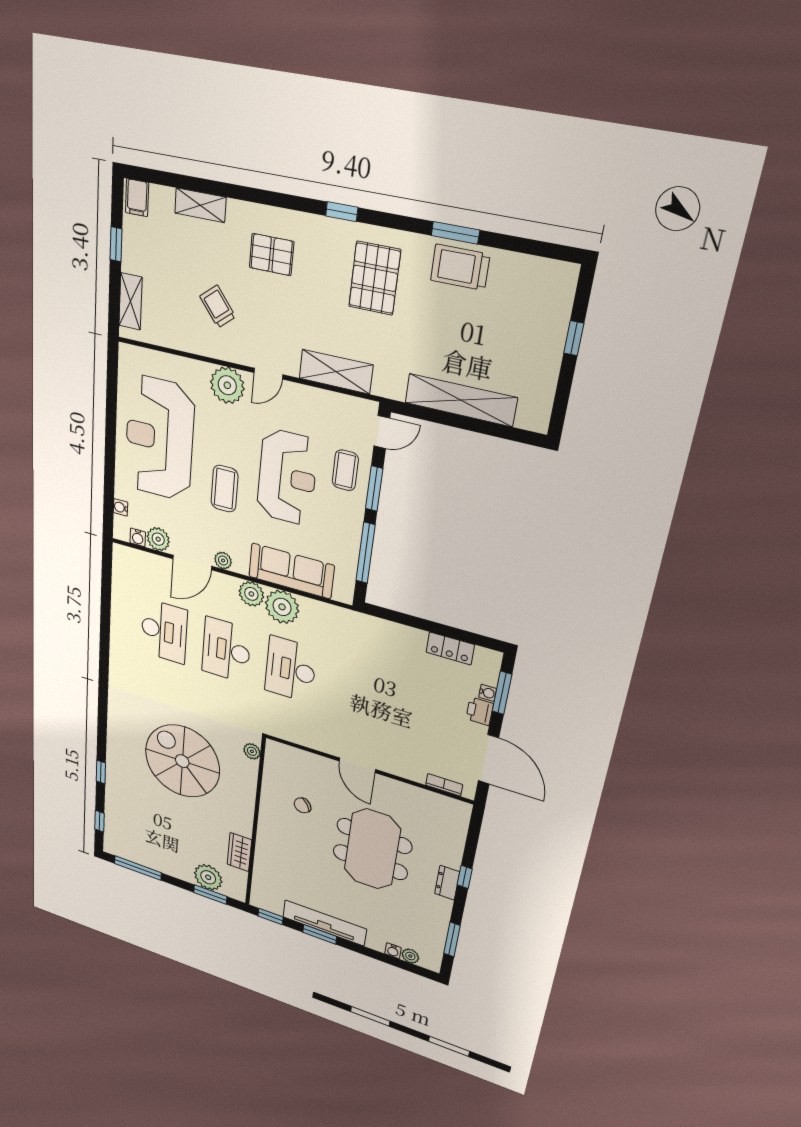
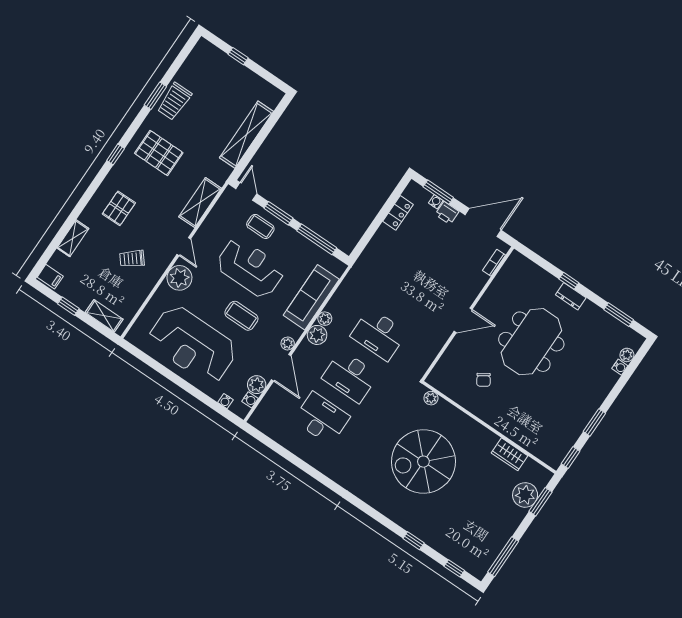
plant: (282, 607) -> (325, 319), width x0.53, depth x0.53
meeting table: (372, 849) -> (531, 342), turned 90
tv unit: (324, 923) -> (585, 413), removed

